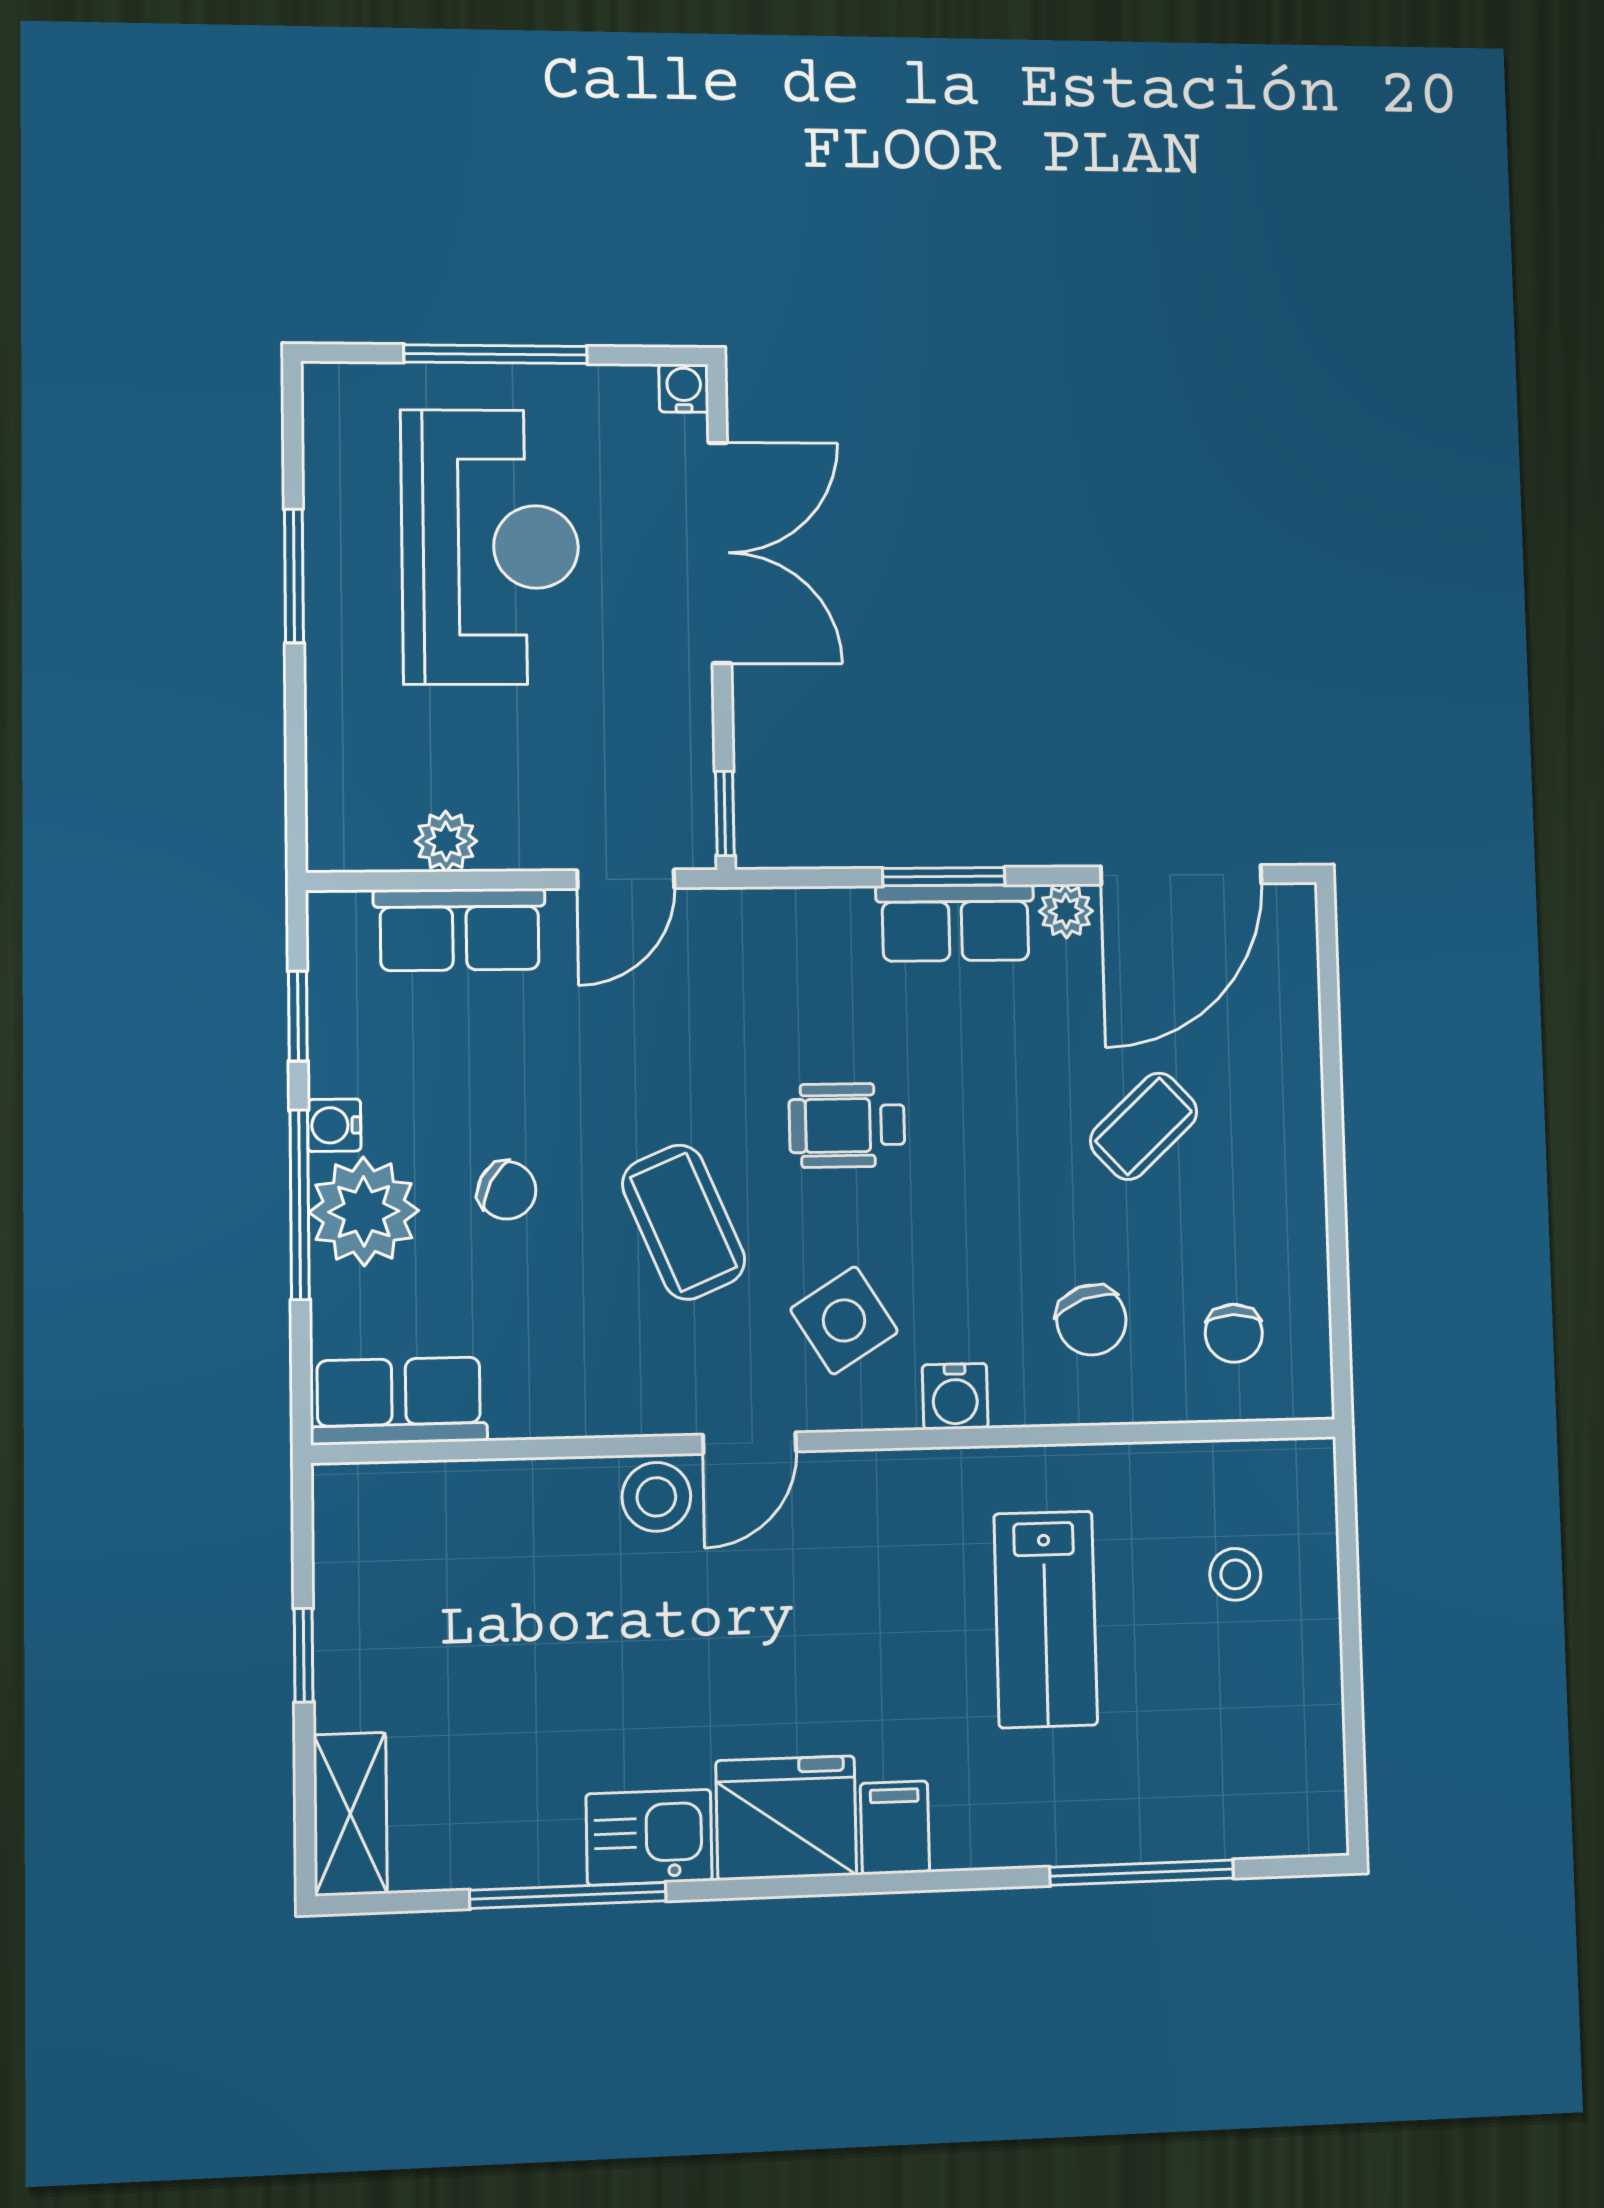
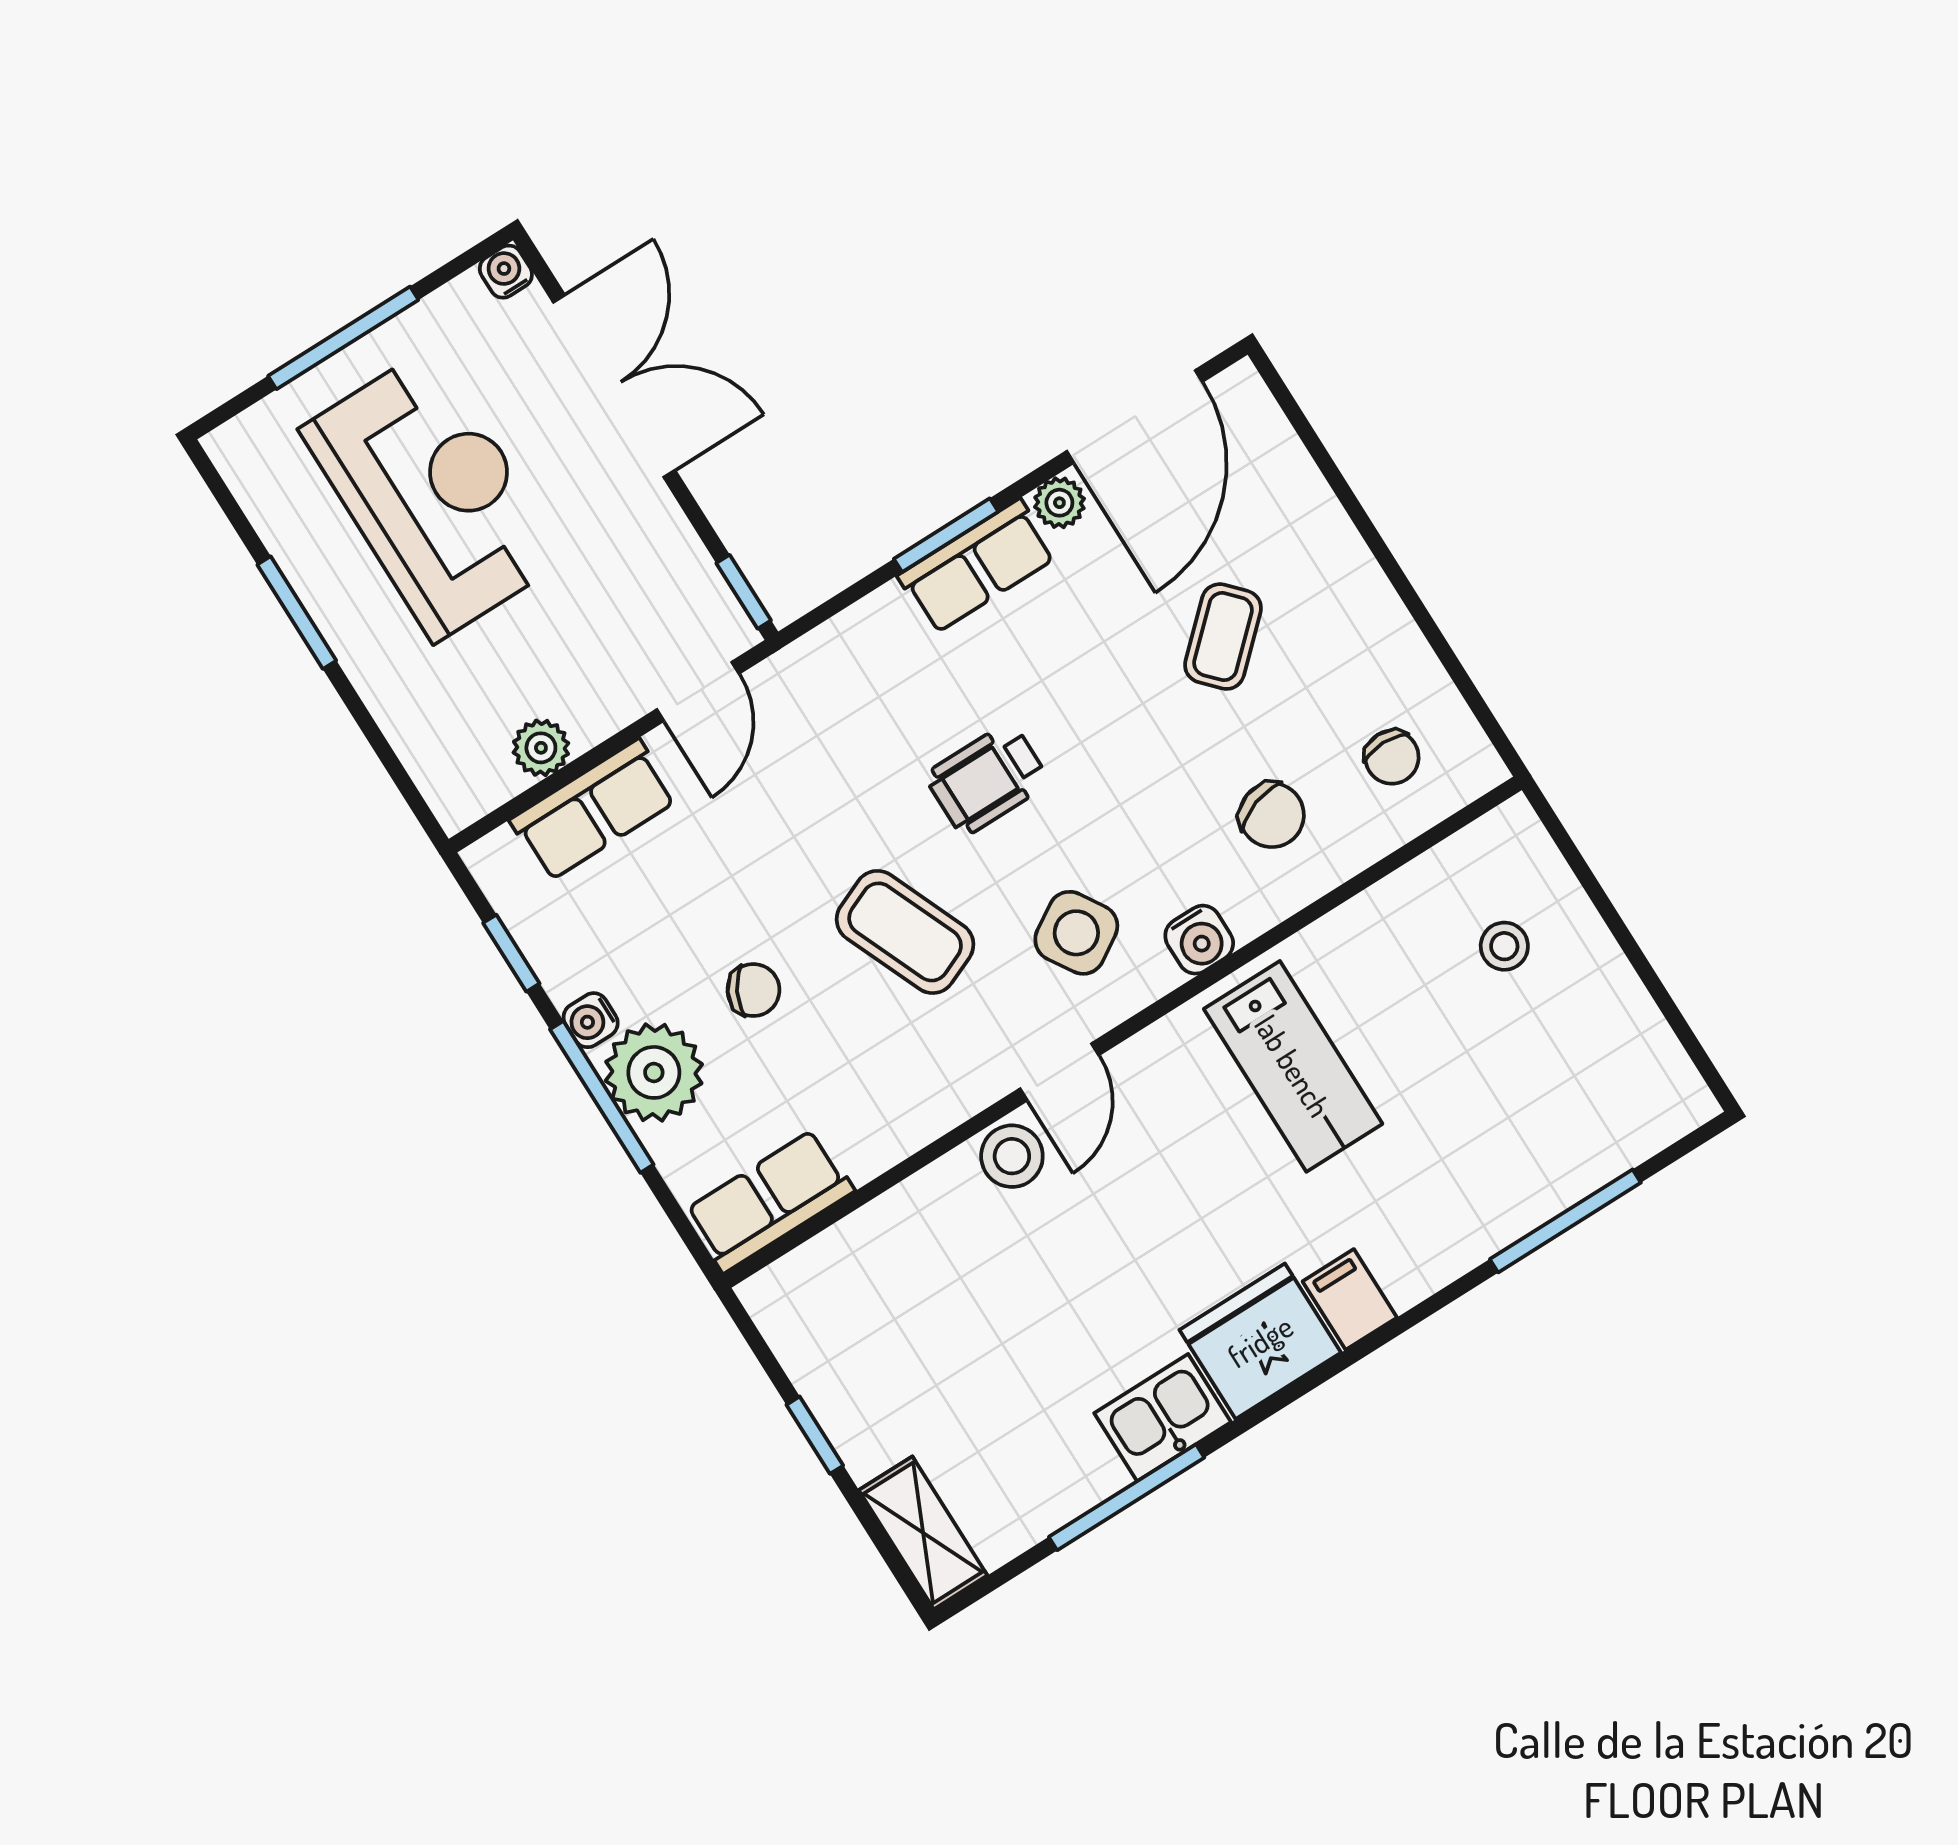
lab bench: (1046, 1619) -> (1293, 1066), moved

